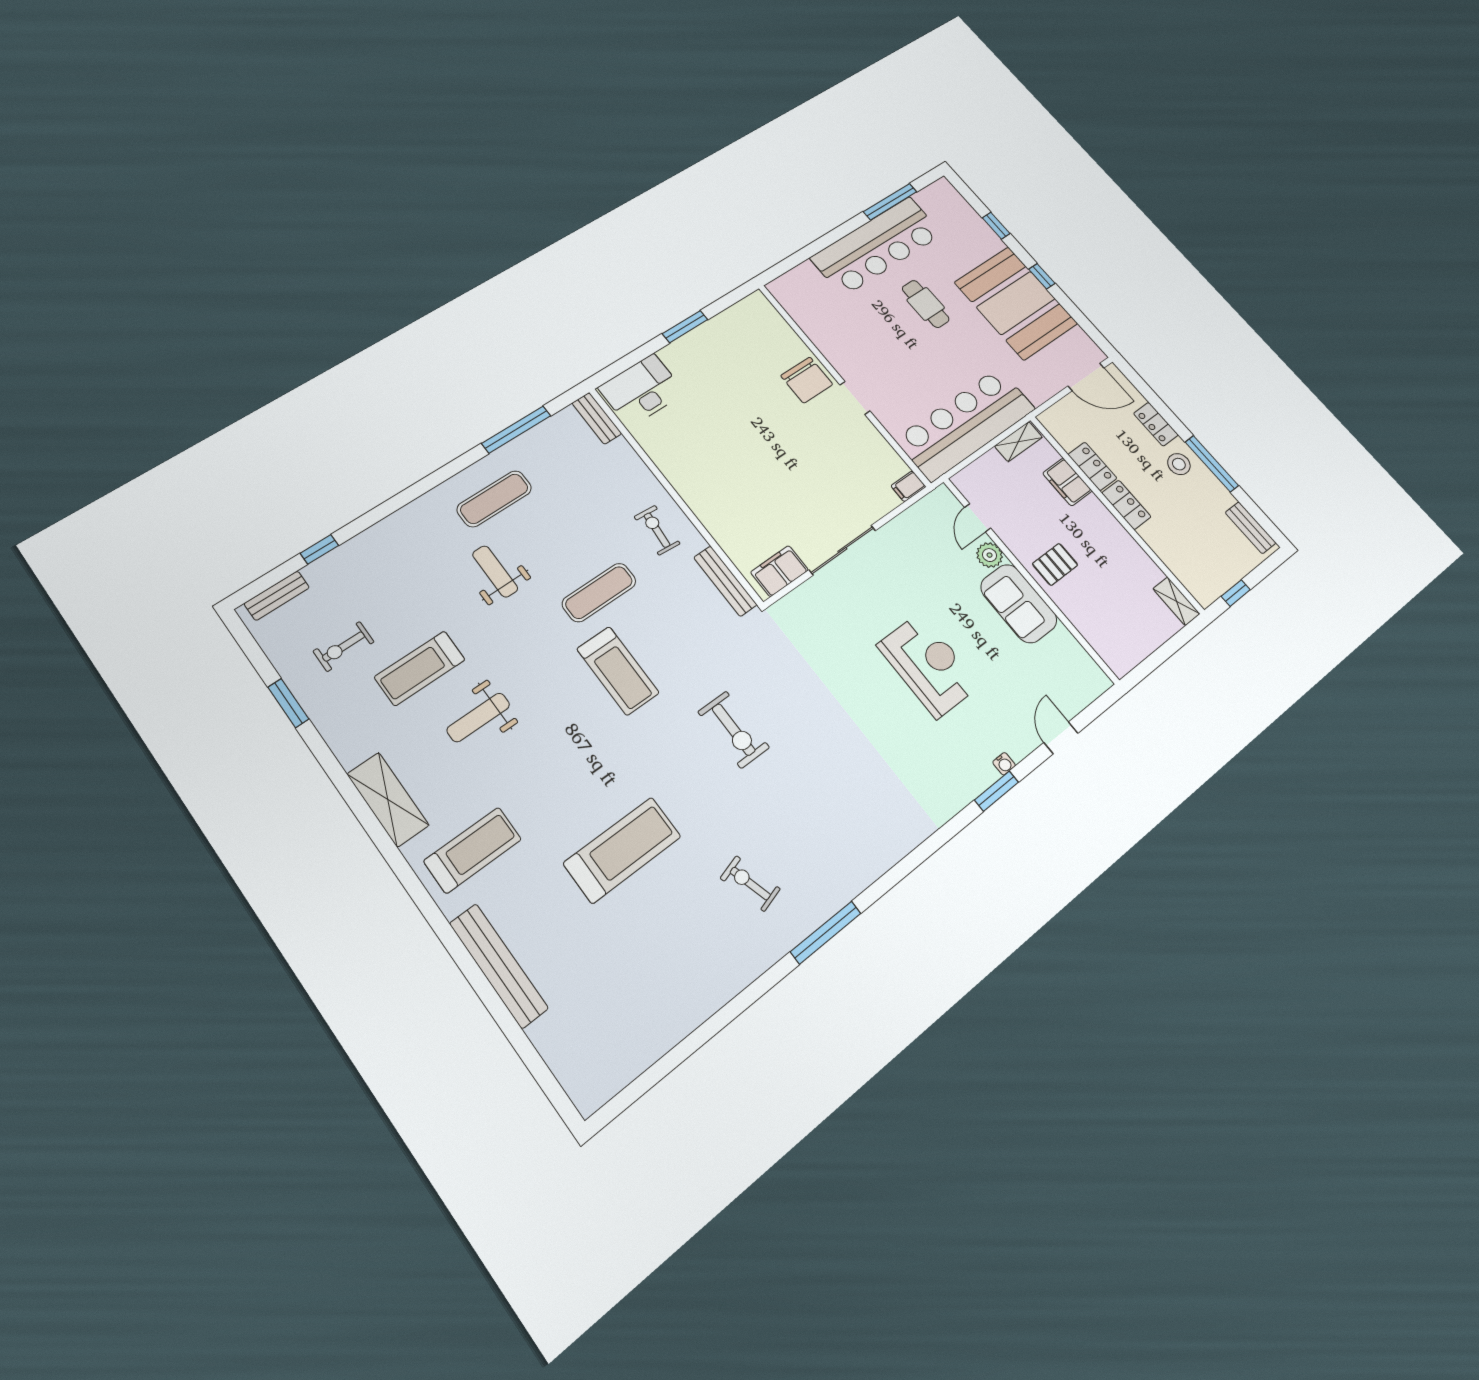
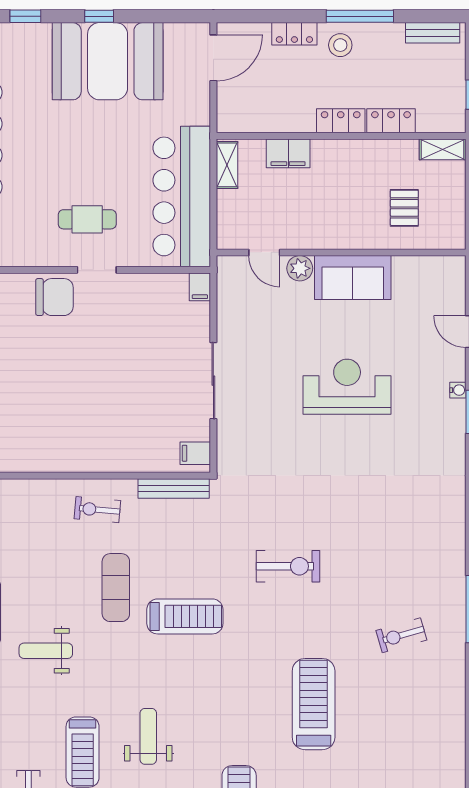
cafe table: (926, 304) -> (87, 219), moved
locker: (1092, 466) -> (391, 121), moved
pallet: (1055, 564) -> (404, 208), moved
filing cabinet: (779, 571) -> (195, 453), width x0.50
weight bench: (478, 717) -> (148, 736), turned 180

